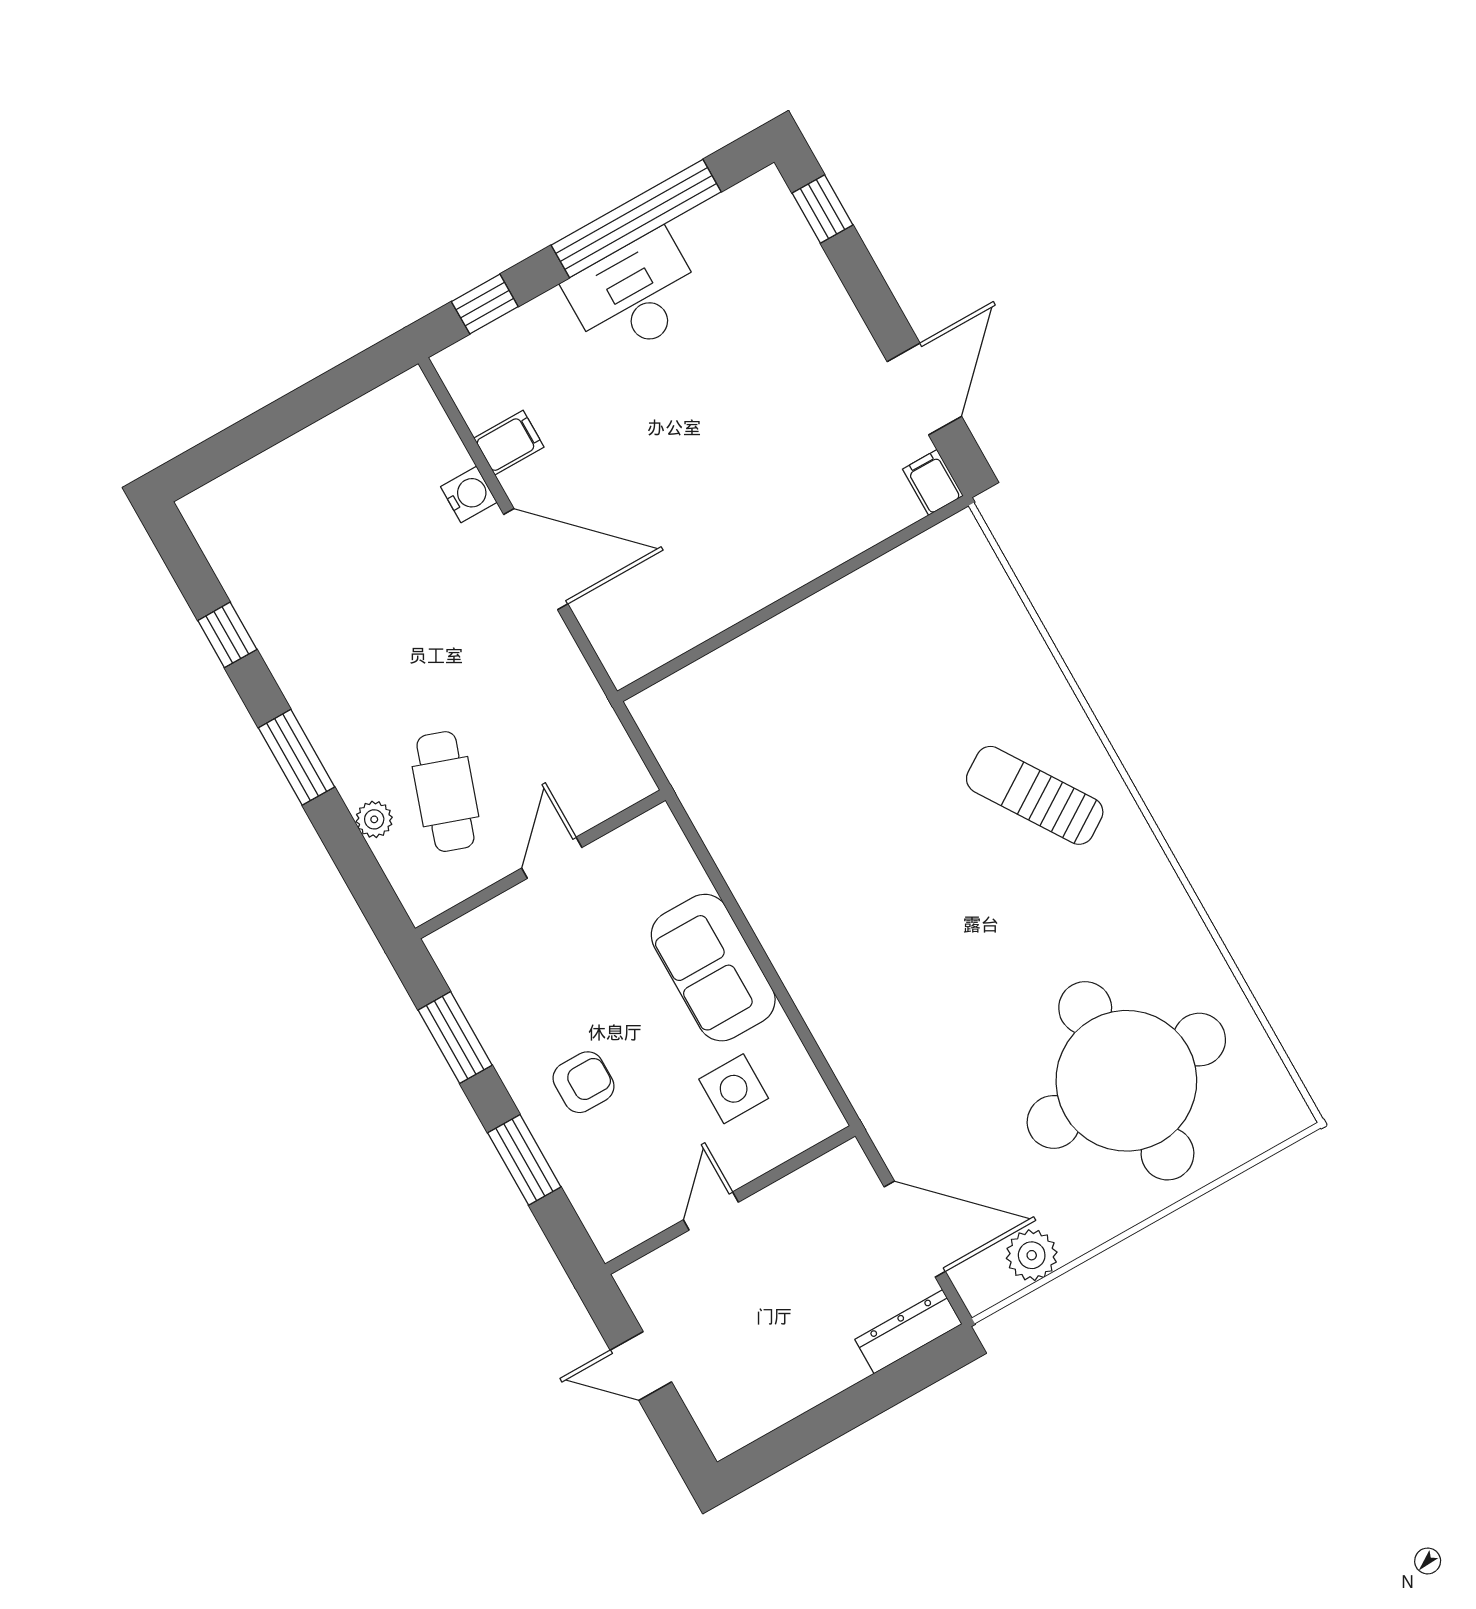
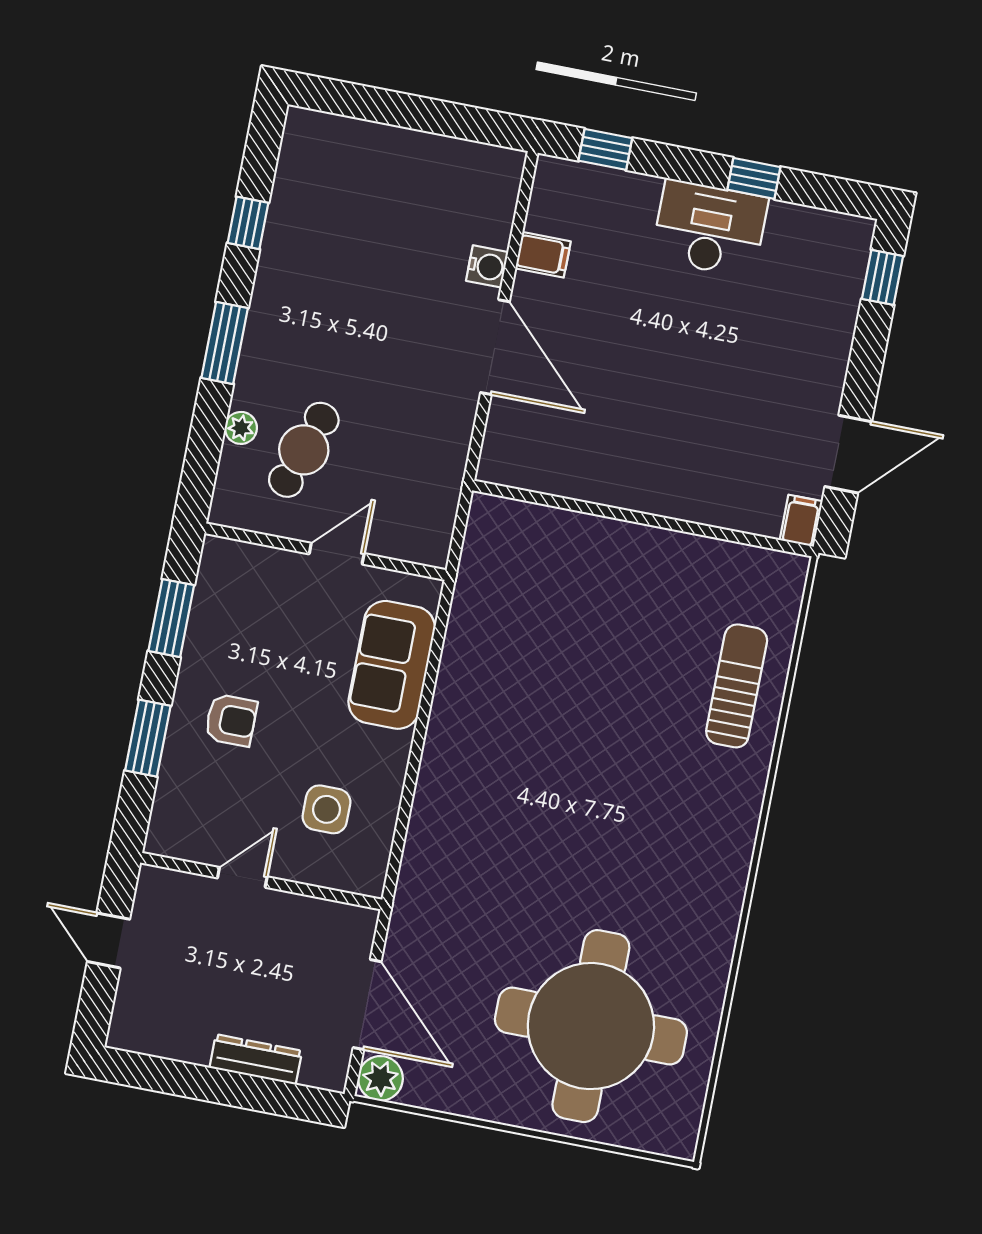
window: (636, 218) -> (754, 178), width x0.32
sun lounger: (1035, 795) -> (737, 686), moved, turned 33
sofa: (713, 968) -> (392, 665), moved
plant: (1032, 1255) -> (380, 1078), moved
dresser: (908, 1332) -> (256, 1059), moved

